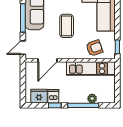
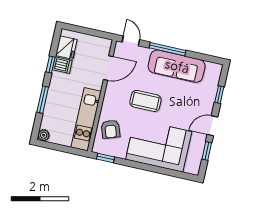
door: (47, 60) -> (108, 68), swing flipped
plant: (92, 99) -> (44, 135), moved
window: (83, 105) -> (43, 100), width x0.69

